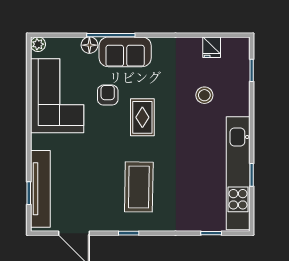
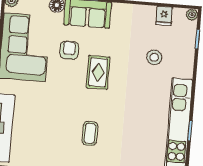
plant: (243, 43) -> (192, 15), added
coffee table: (139, 187) -> (90, 133), width x0.54, depth x0.58

